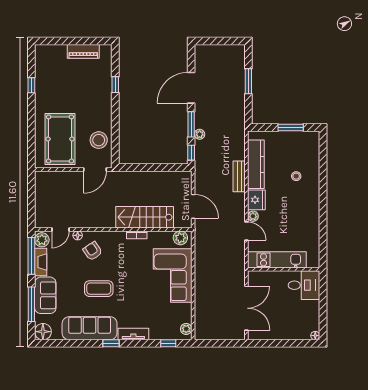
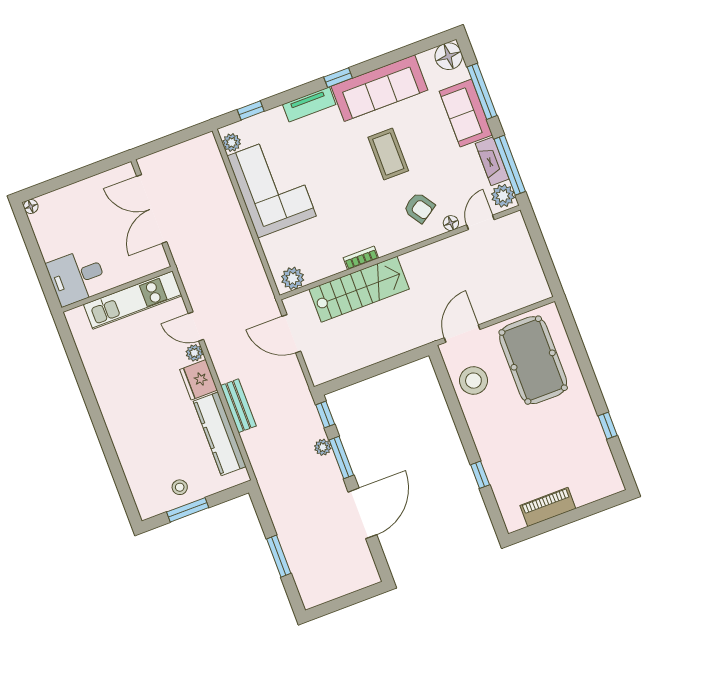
stool: (296, 176) -> (180, 487), moved
corner sofa: (173, 276) -> (272, 186), moved
coffee table: (99, 289) -> (388, 154), turned 90

